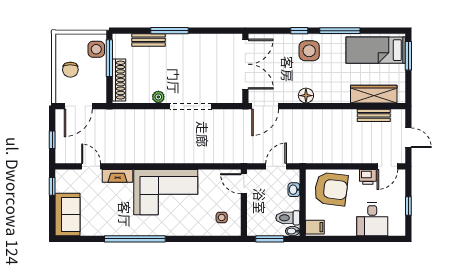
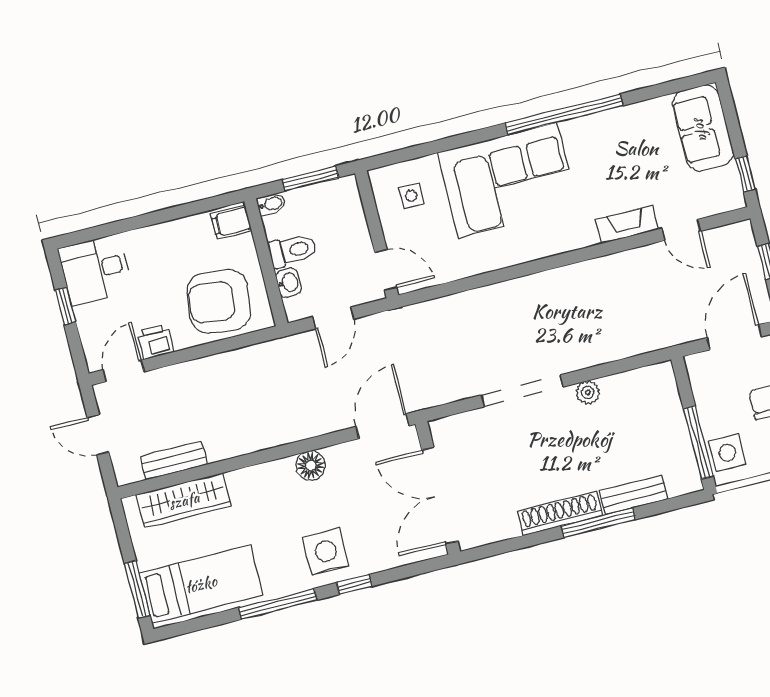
shoe rack: (119, 80) -> (560, 513), moved, turned 90
corner sofa: (166, 192) -> (508, 180), moved, turned 180
toilet: (288, 218) -> (293, 250), moved
desk: (372, 219) -> (95, 270), moved, turned -90

